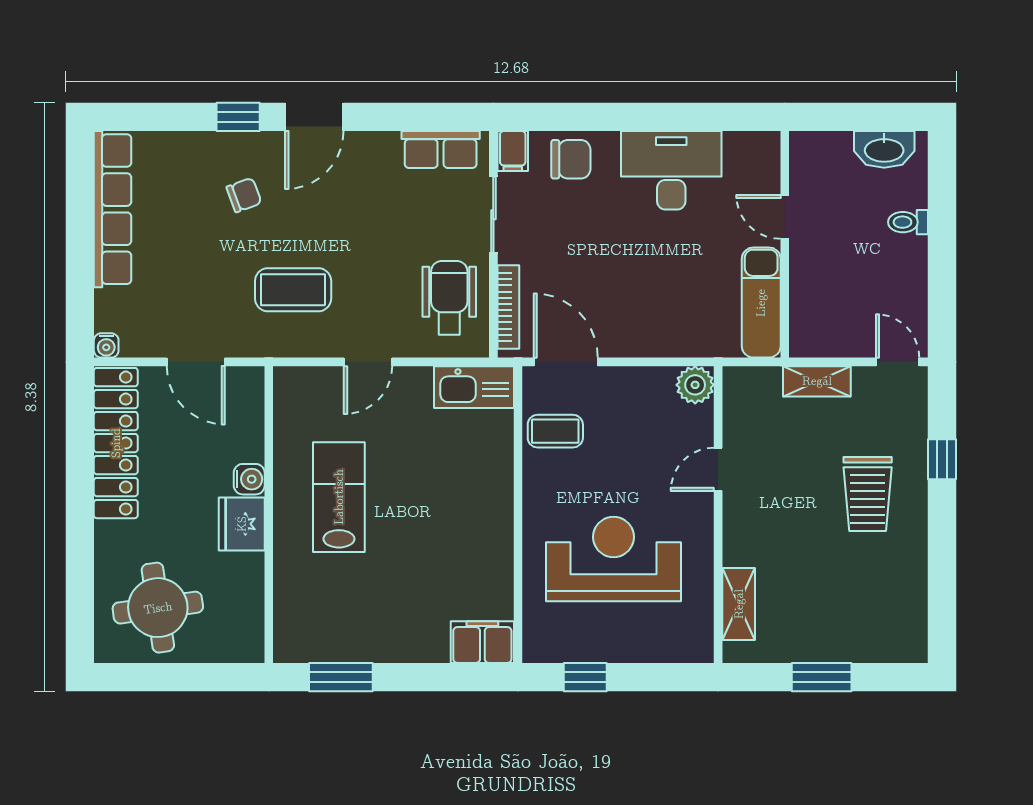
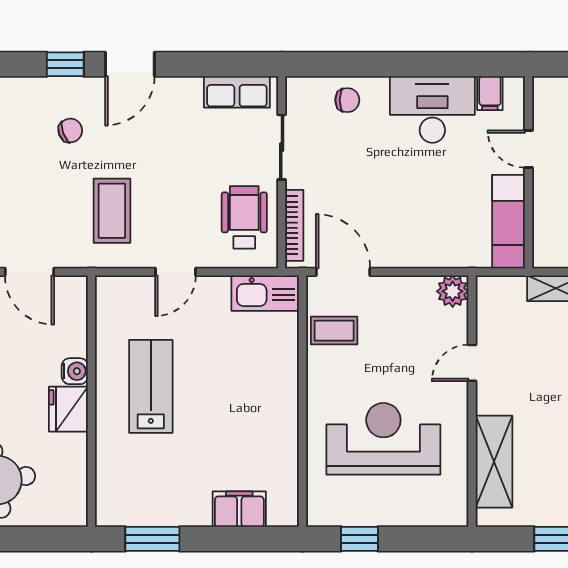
filing cabinet: (513, 151) -> (490, 93), moved
chair: (571, 159) -> (347, 100), width x0.73, depth x0.73
coffee table: (293, 290) -> (112, 211), turned 90
shelving: (739, 604) -> (494, 462), width x1.50, depth x1.33
filing cabinet: (482, 642) -> (239, 509), moved

